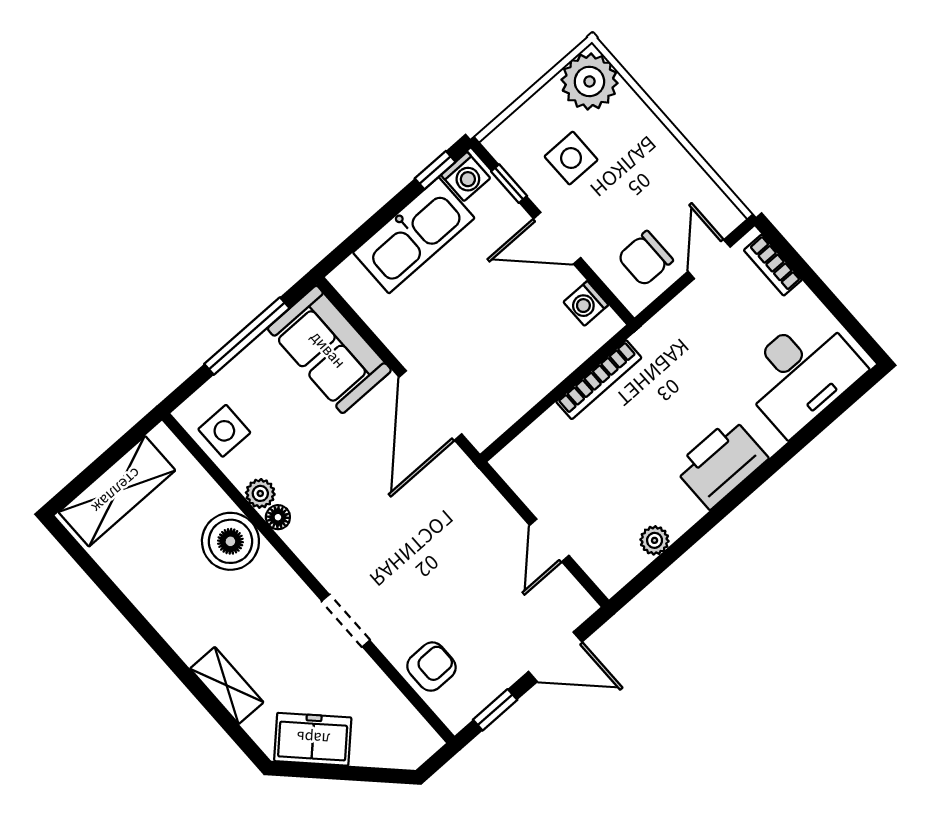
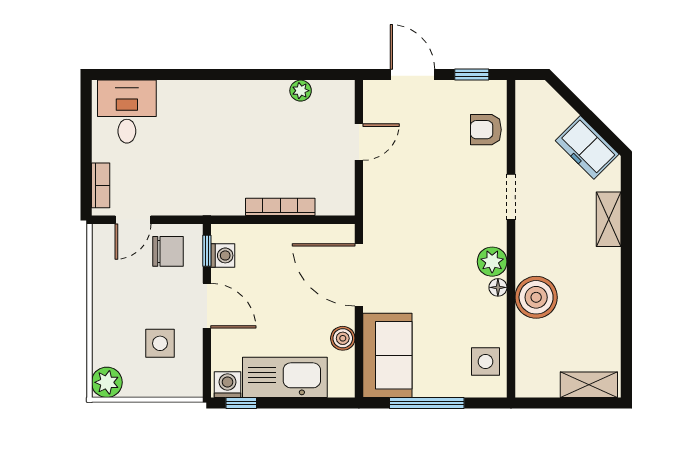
plant: (589, 81) -> (107, 382), width x0.73, depth x0.73
window: (509, 184) -> (207, 251), moved
boiler: (390, 327) -> (343, 338), added
desk: (801, 373) -> (127, 112), width x0.73
bookcase: (599, 380) -> (280, 207), moved
door: (430, 405) -> (359, 275), swing flipped
printer: (721, 463) -> (226, 101), removed
shelving: (117, 491) -> (589, 385), width x0.67, depth x0.75
plant: (260, 493) -> (492, 262), moved, width x1.38, depth x1.38

